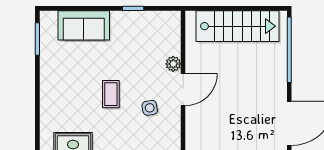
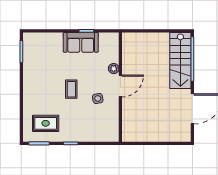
sofa: (84, 25) -> (81, 42), moved
stairs: (238, 26) -> (180, 60), moved, turned 90

